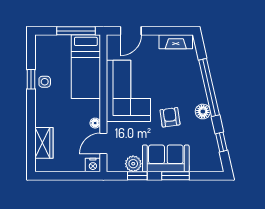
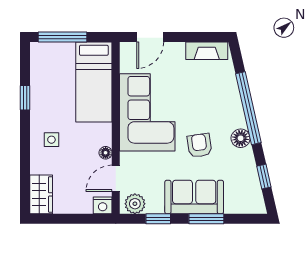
window: (76, 31) -> (63, 37), moved
side table: (45, 82) -> (51, 140), moved
wardrobe: (44, 143) -> (41, 194), moved
plant: (133, 164) -> (135, 204), moved

